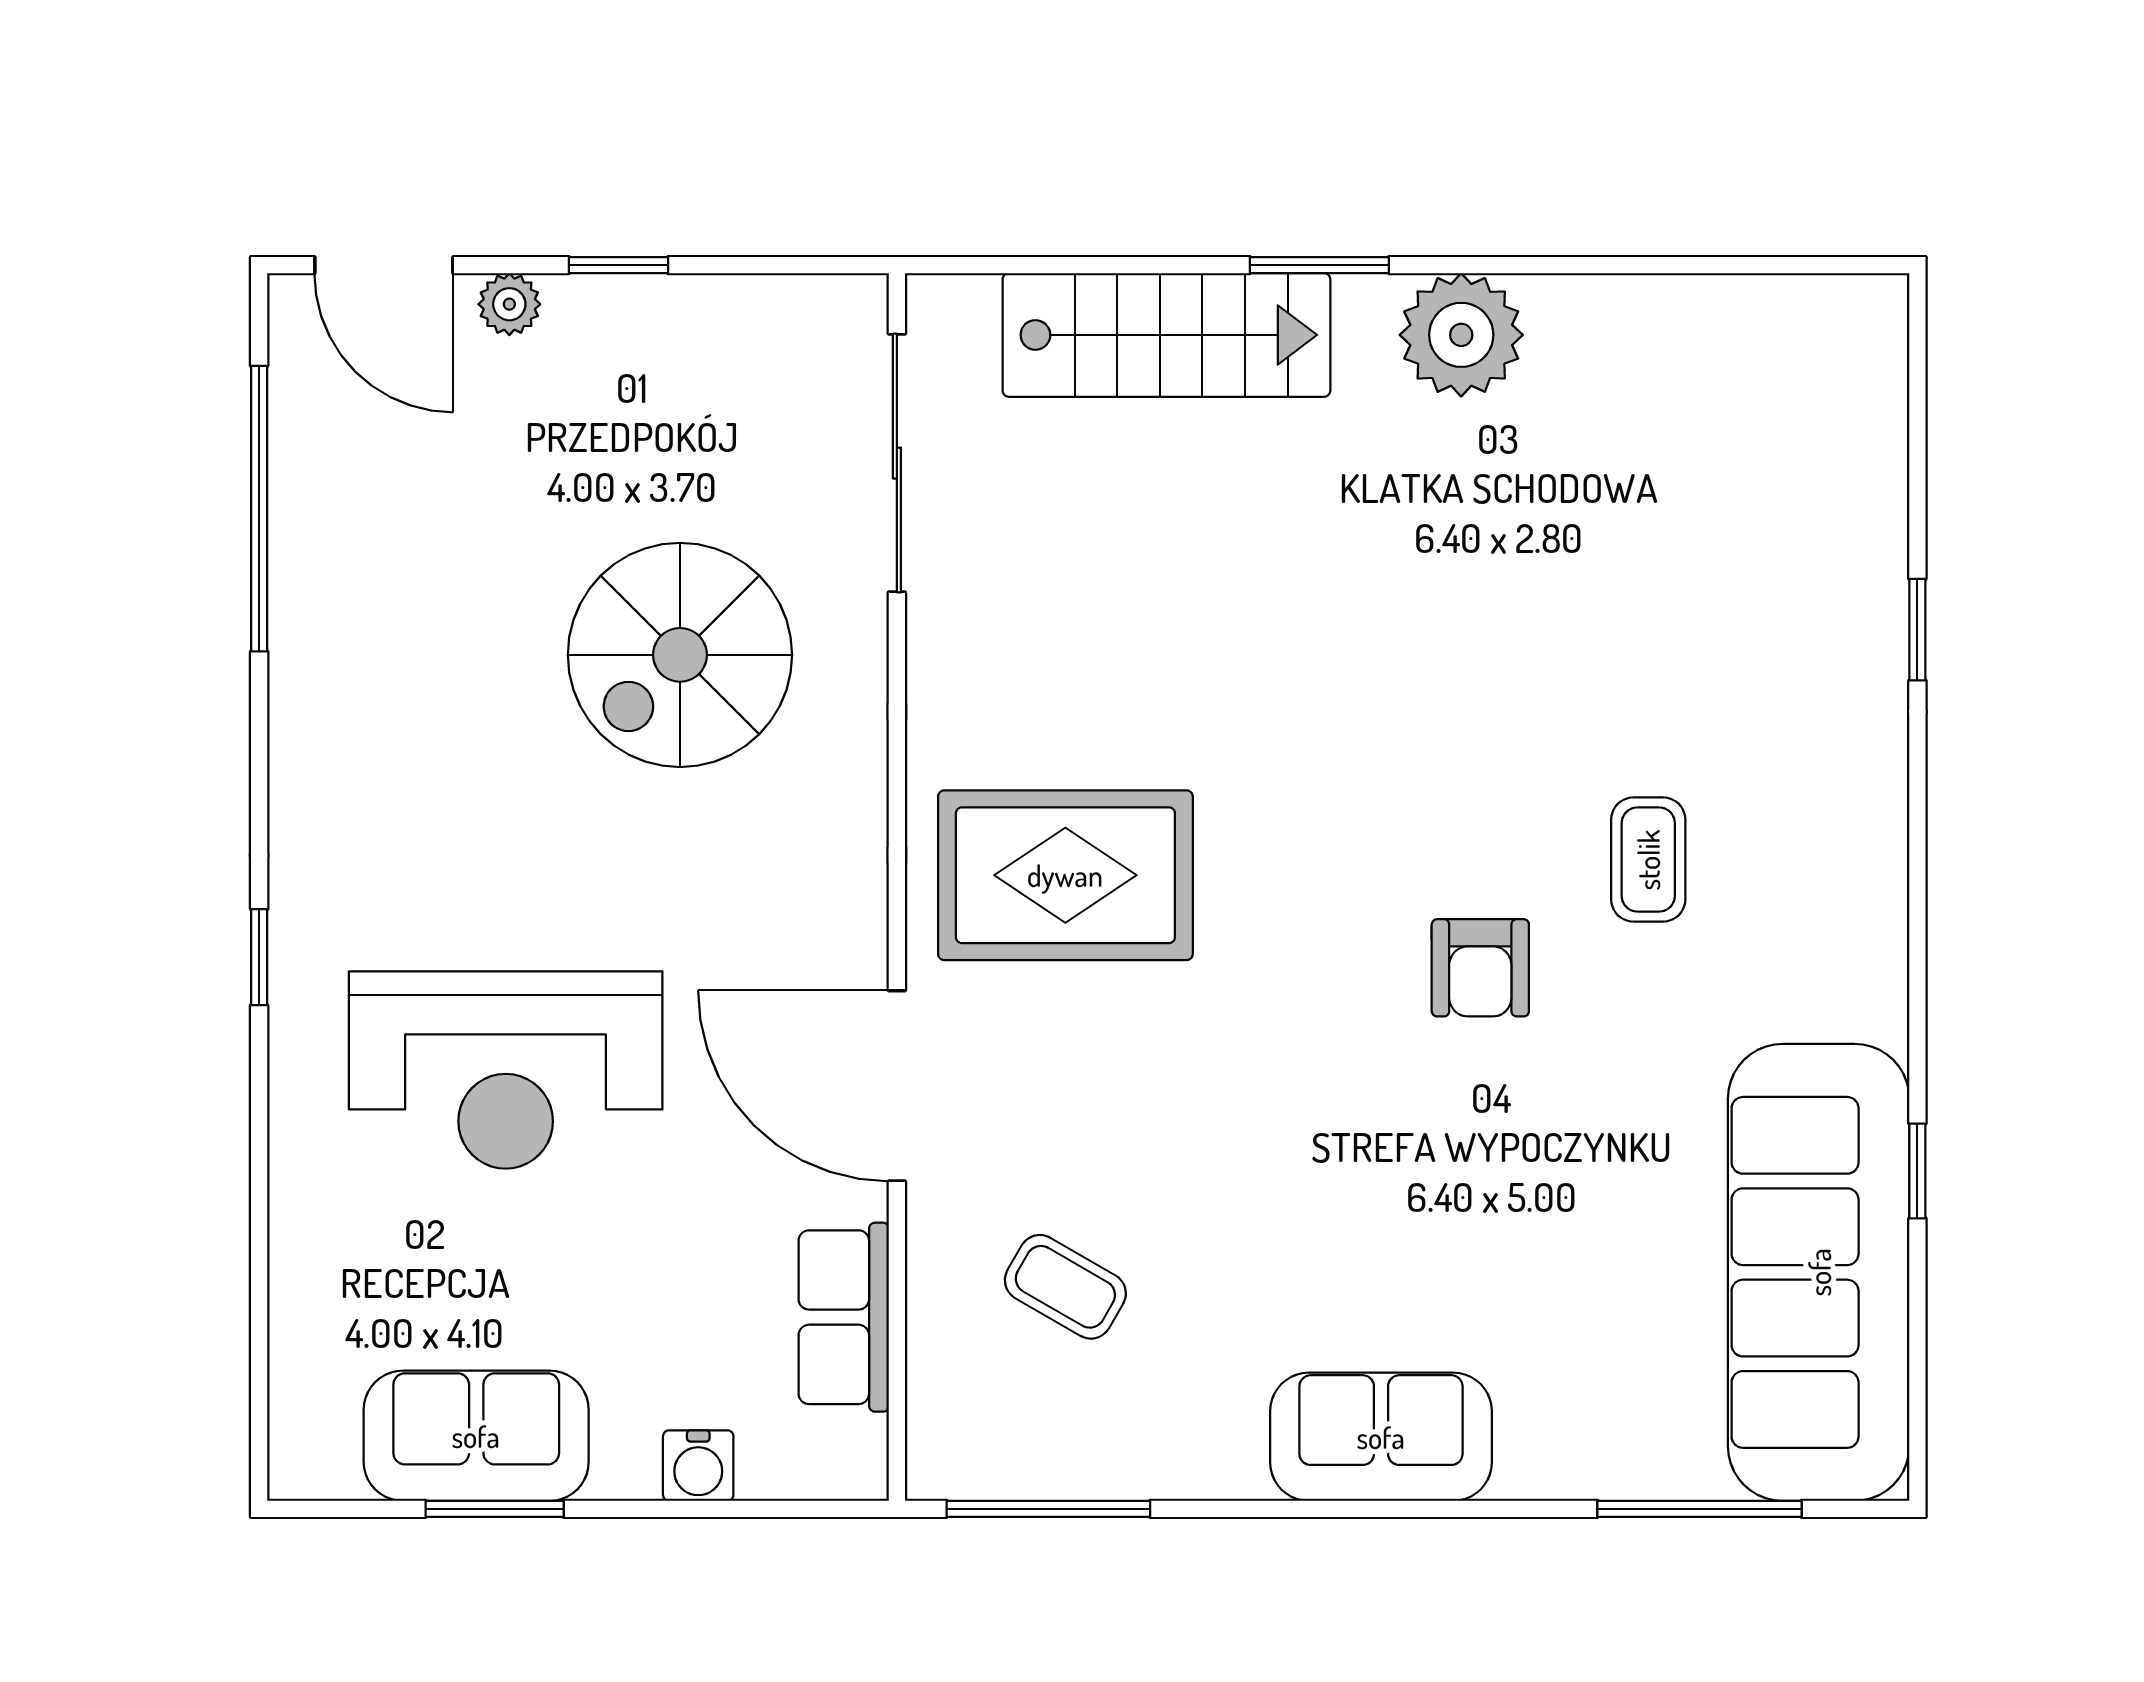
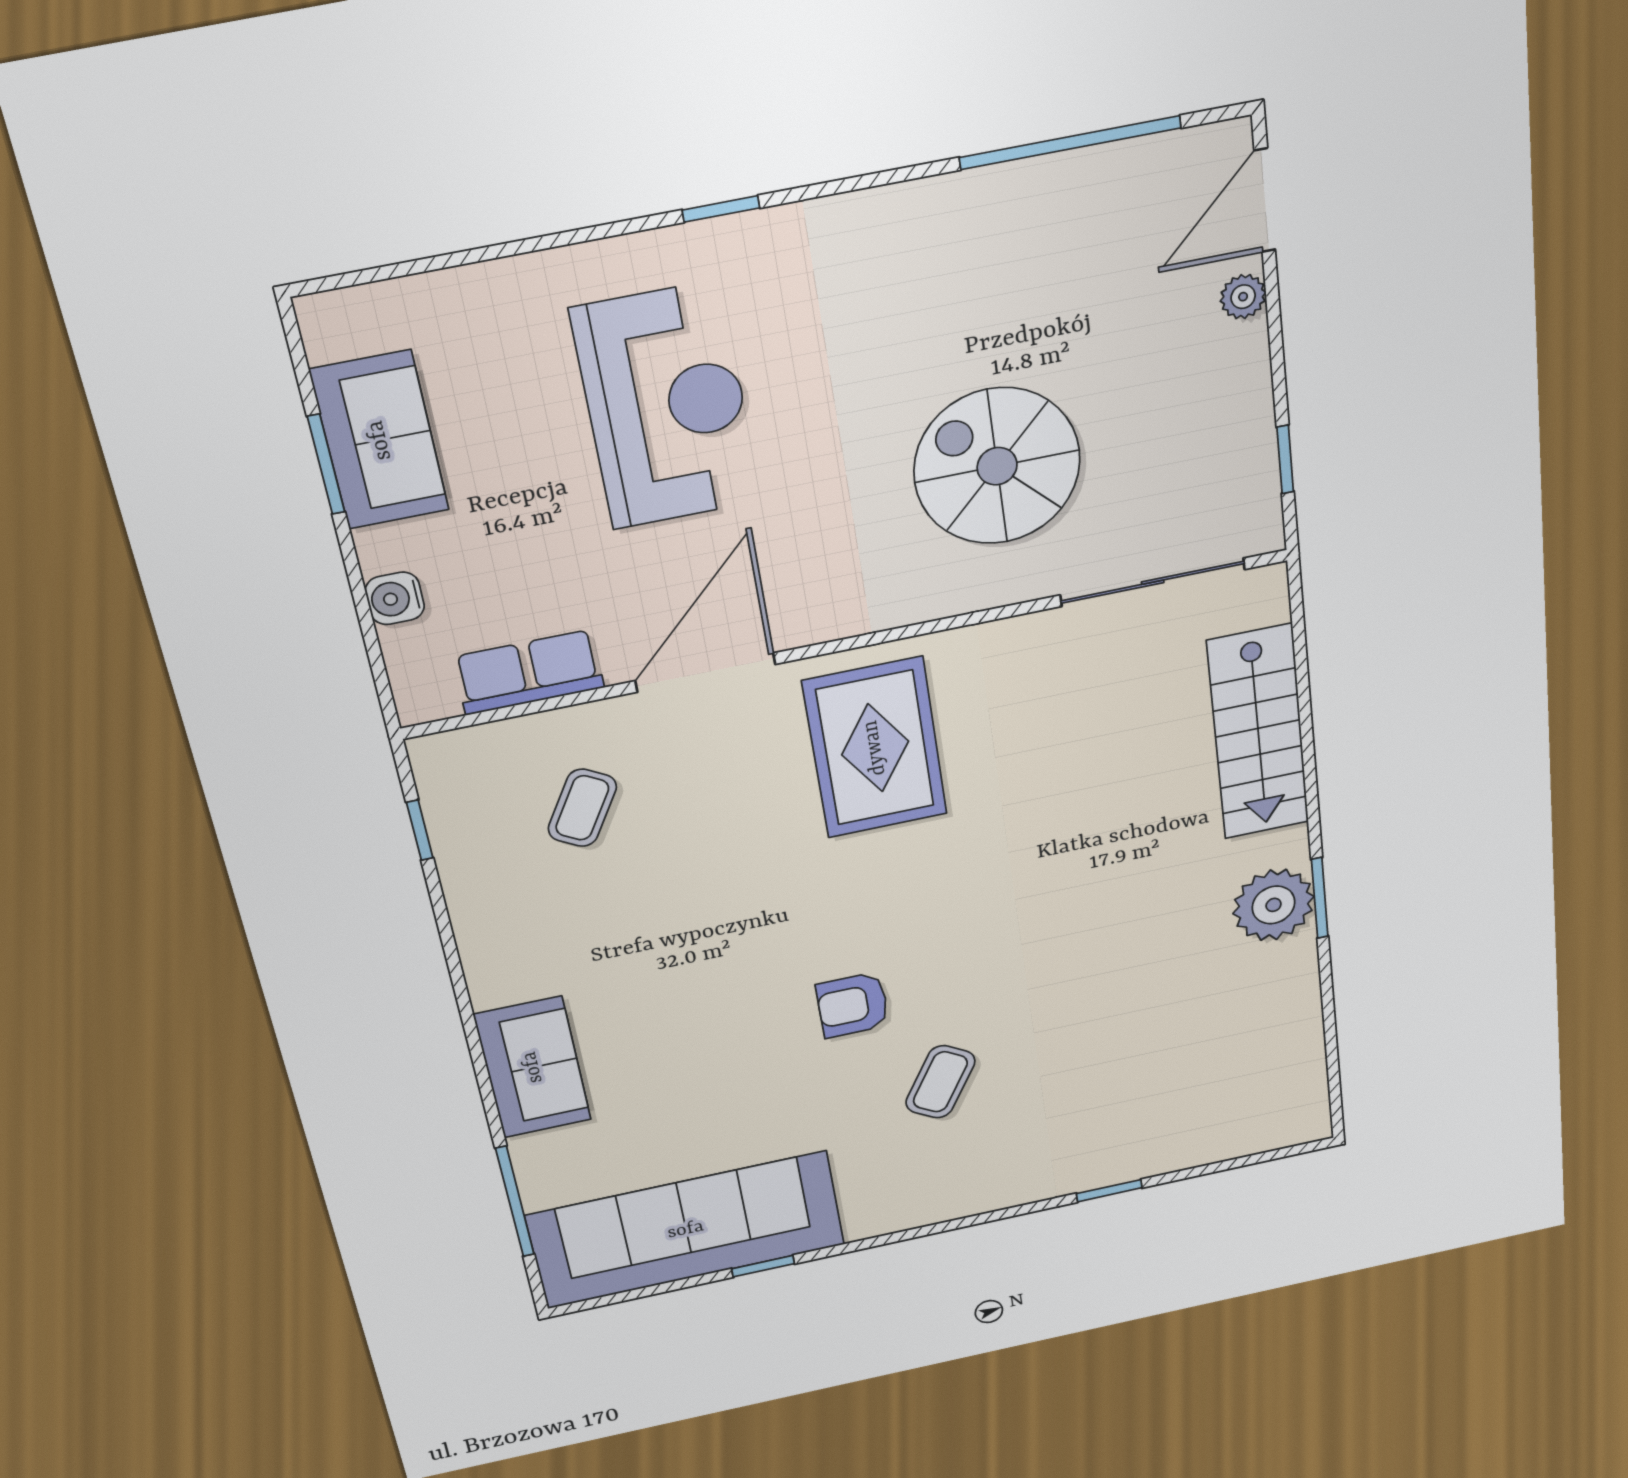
window: (619, 265) -> (1285, 459), moved
window: (1319, 265) -> (1320, 898), moved
coffee table: (1648, 860) -> (940, 1082), turned -59
reception desk: (506, 1070) -> (666, 406), turned 180
sofa: (1381, 1437) -> (533, 1067), moved
window: (1048, 1509) -> (420, 830), width x0.46

